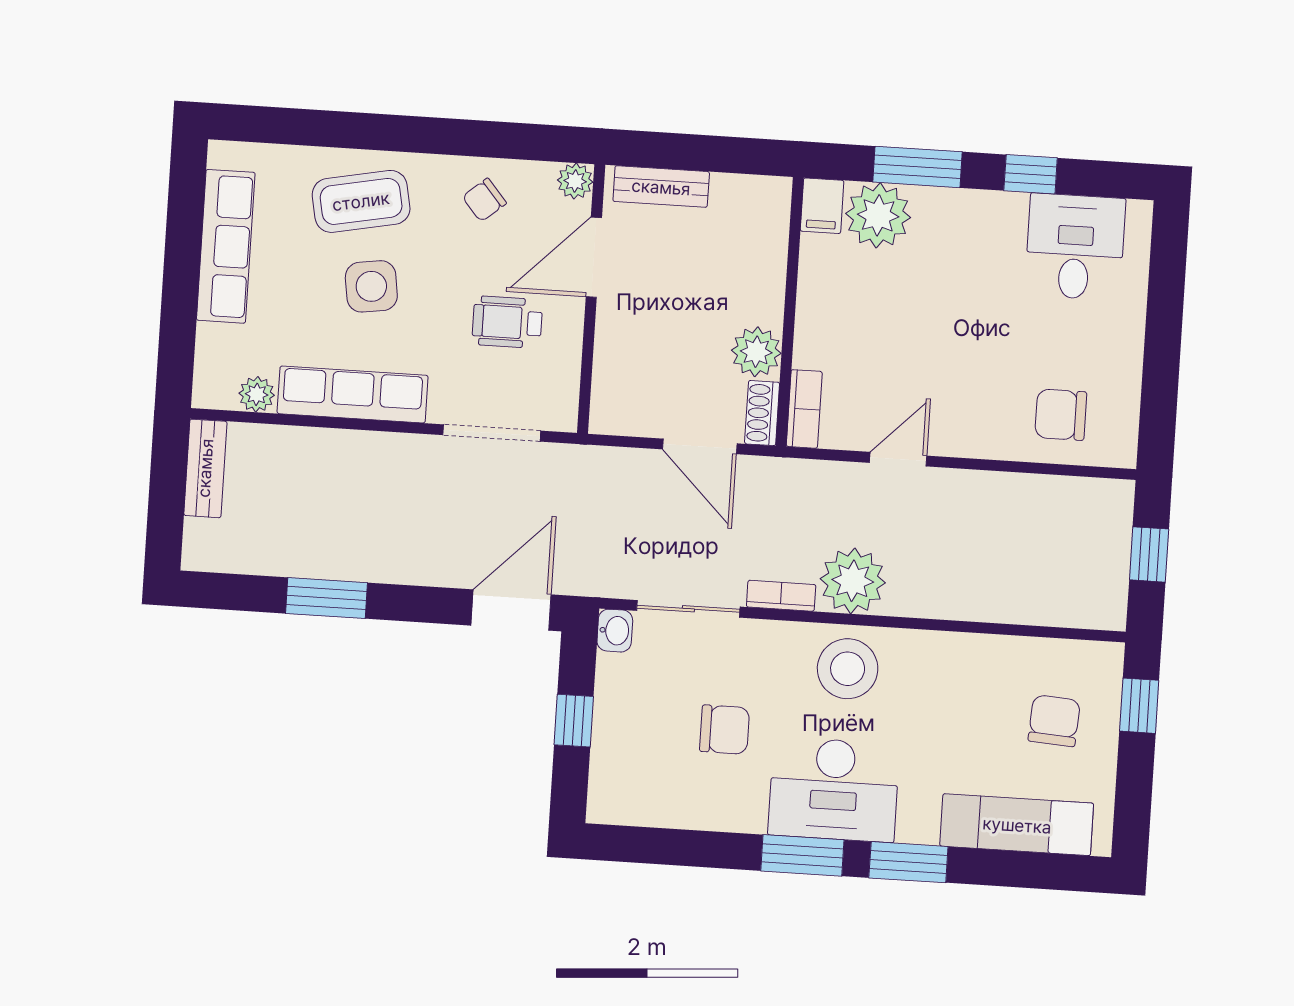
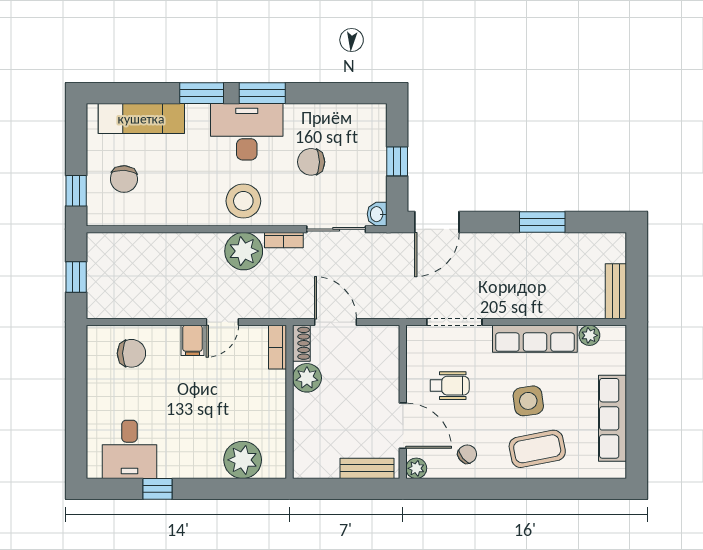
window: (918, 167) -> (222, 489), removed
filing cabinet: (822, 206) -> (192, 340), moved, turned 180
door: (594, 257) -> (403, 426), hinge flipped

